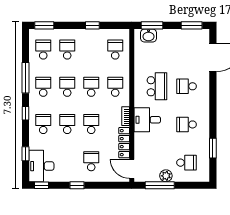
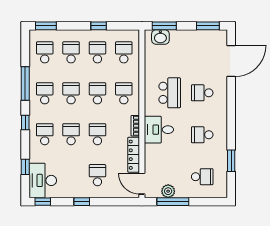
school desk: (91, 49) -> (97, 52), added
plant: (166, 176) -> (168, 191), moved

